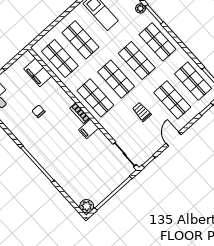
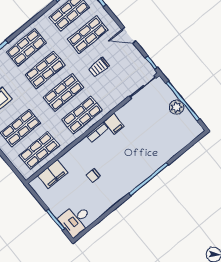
plant: (87, 206) -> (177, 107), moved

